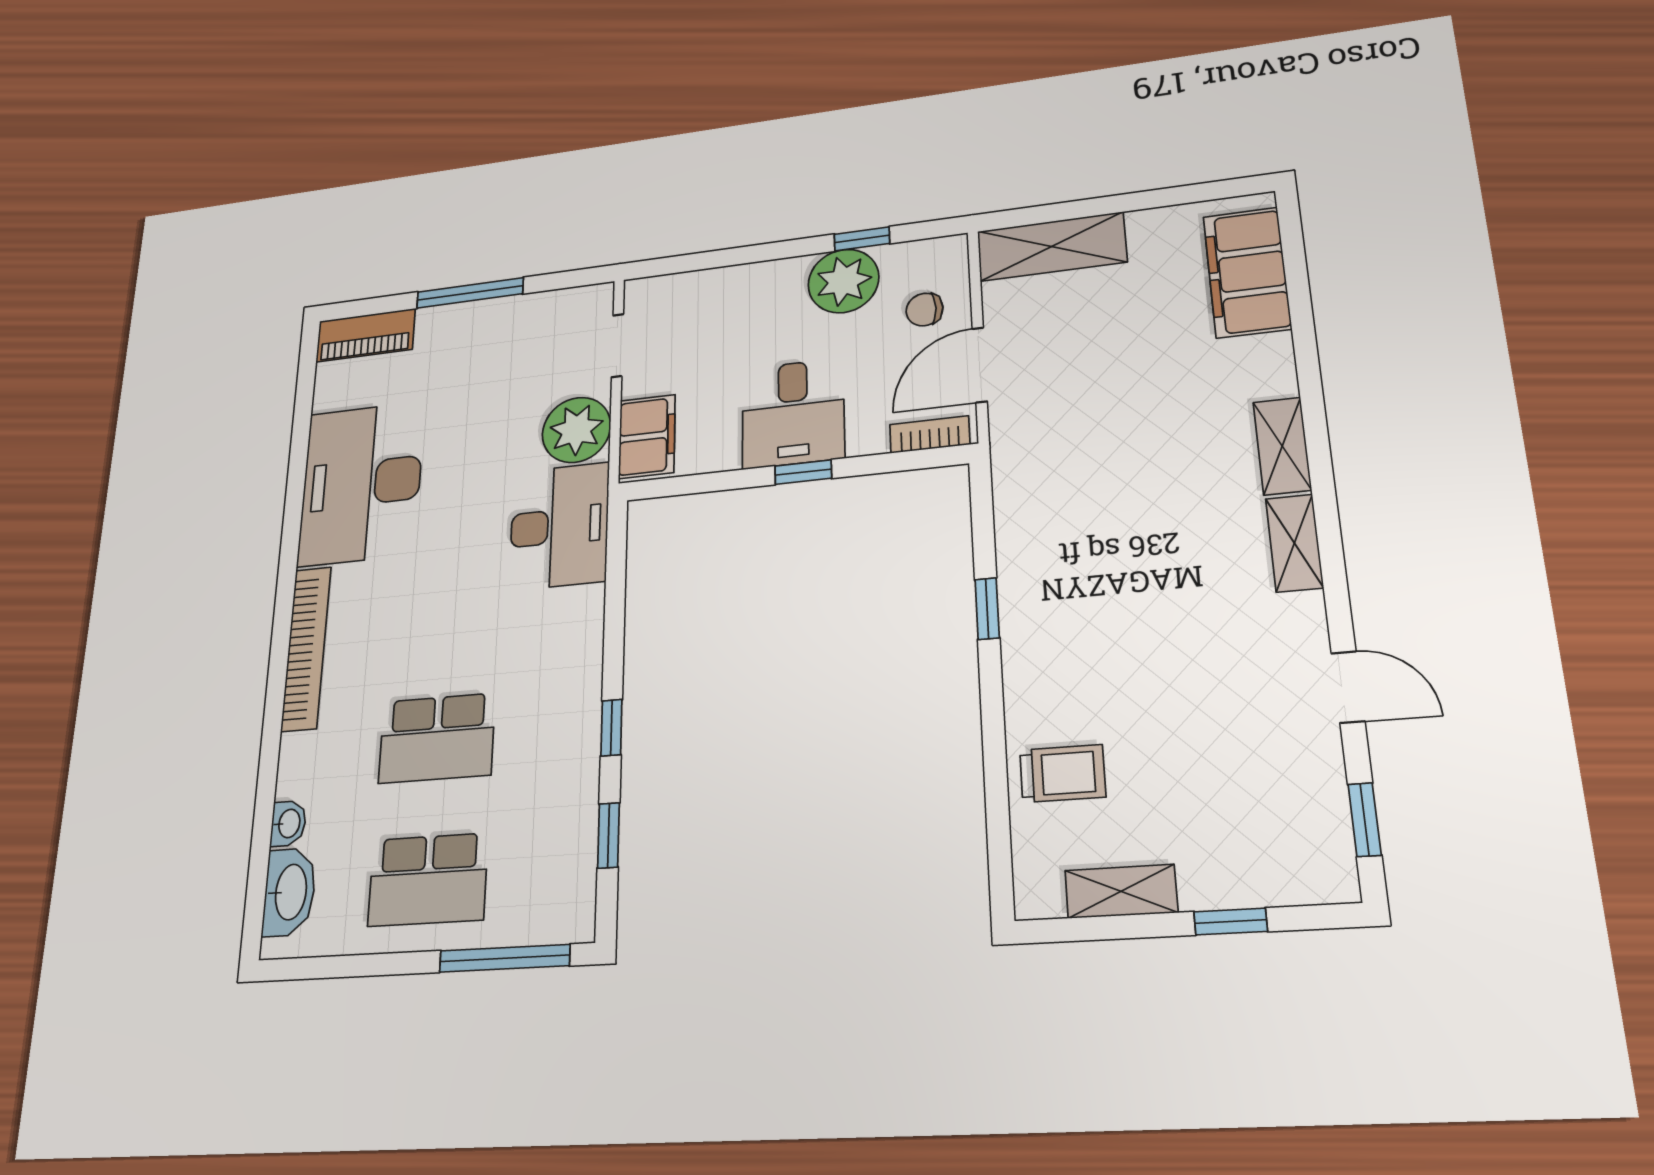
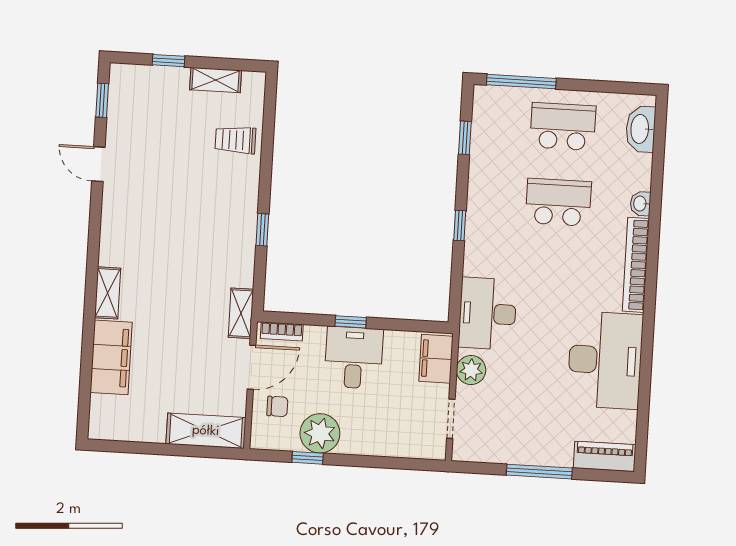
filing cabinet: (1247, 272) -> (111, 357), moved
plant: (576, 430) -> (471, 370), width x0.73, depth x0.73
shelving: (1294, 543) -> (241, 313), moved
window: (611, 728) -> (460, 225), moved
washbasin: (288, 824) -> (640, 204), moved

